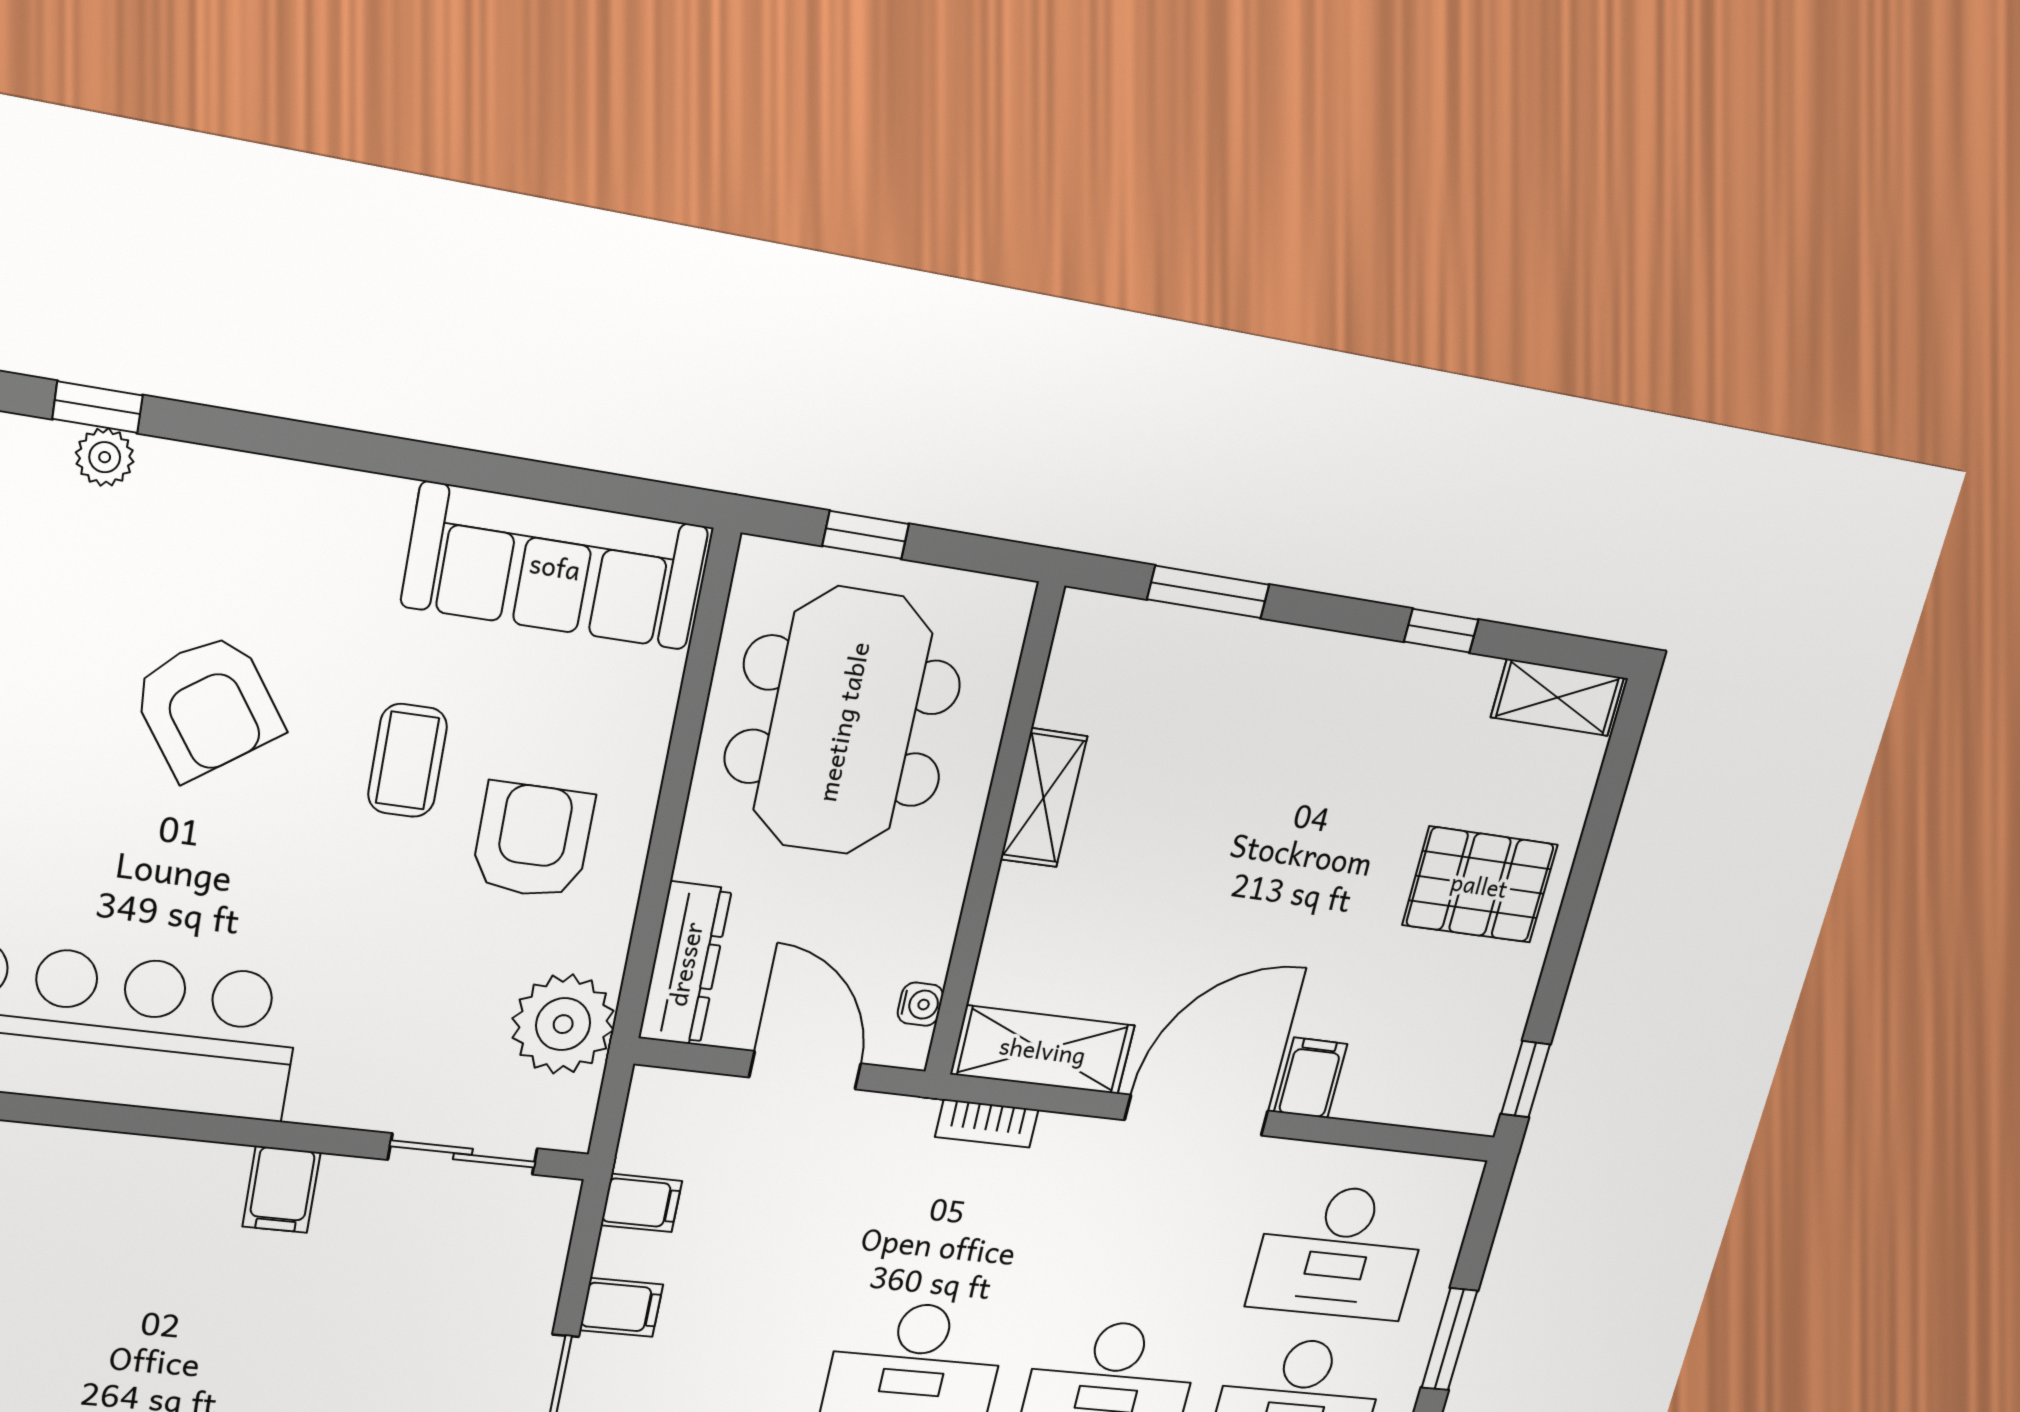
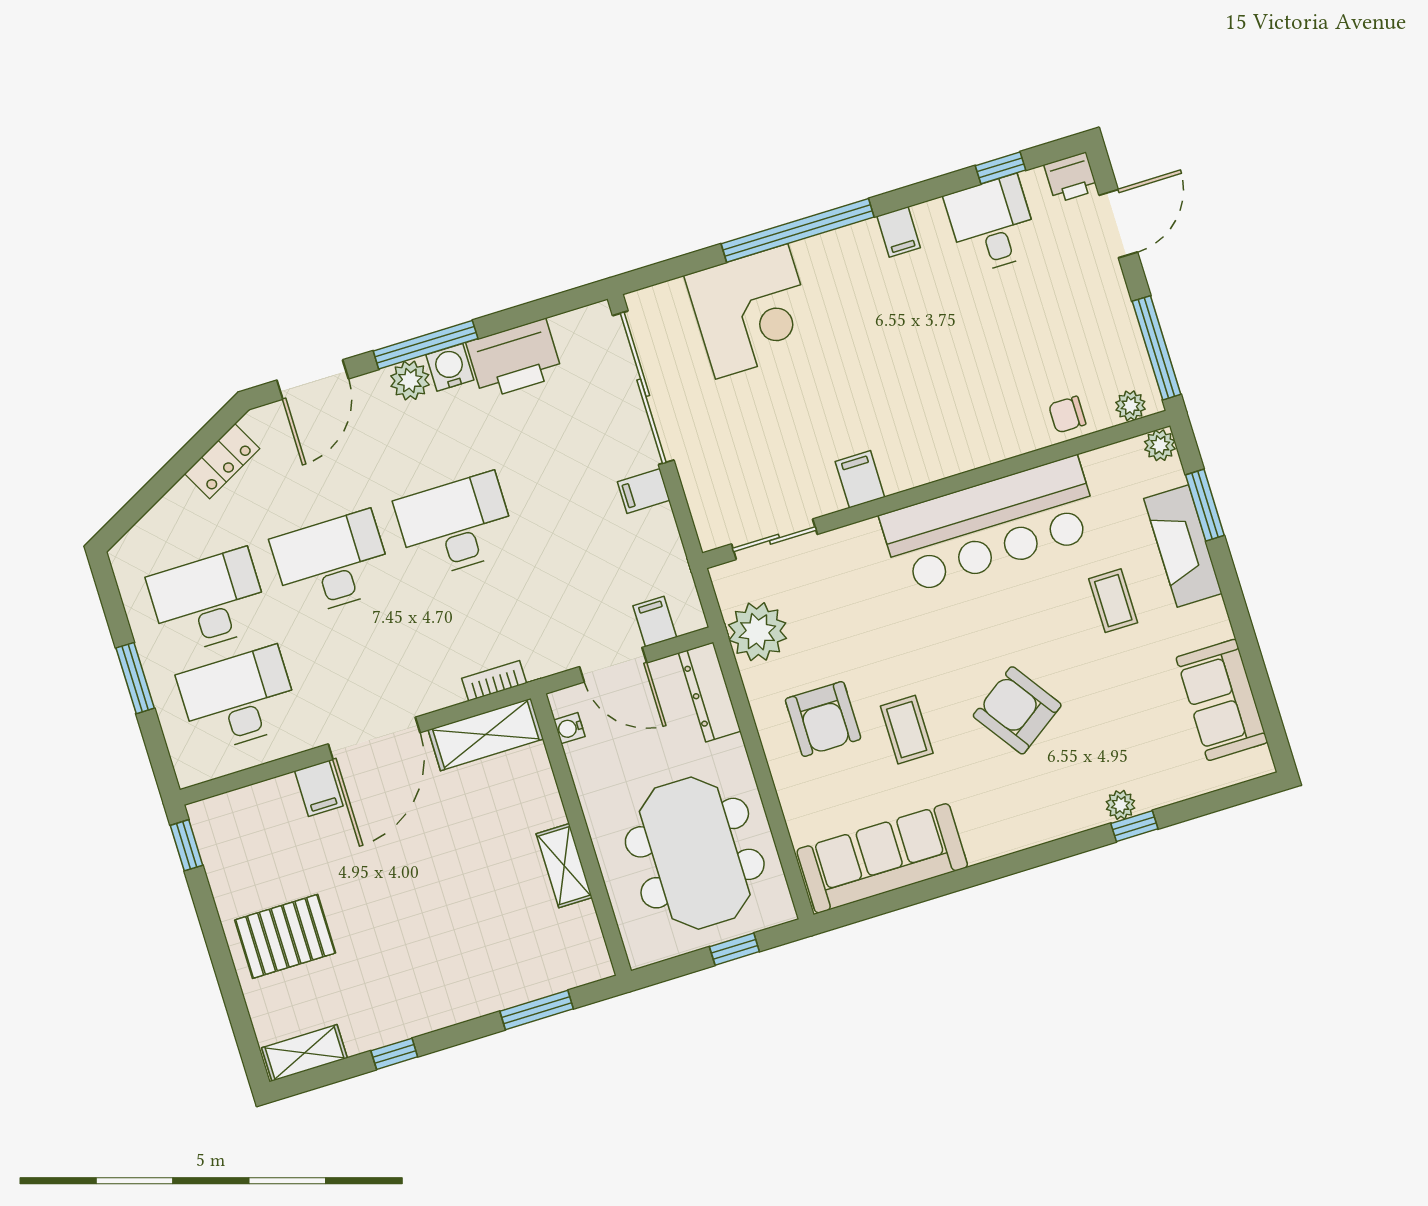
filing cabinet: (641, 1203) -> (655, 621), moved, turned 90

